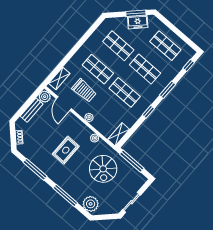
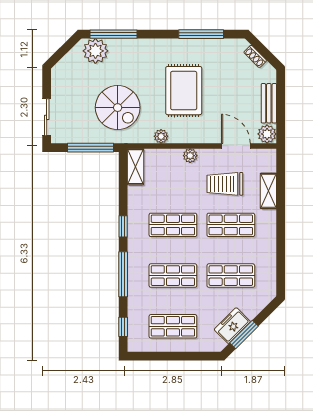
shelving: (59, 78) -> (268, 191), moved
window: (168, 90) -> (123, 274), width x1.44
rug: (66, 150) -> (184, 91), width x1.36, depth x1.43
spiral stairs: (103, 169) -> (118, 108), turned 180
window: (65, 196) -> (113, 34), moved
sliding door: (131, 202) -> (47, 117), moved

